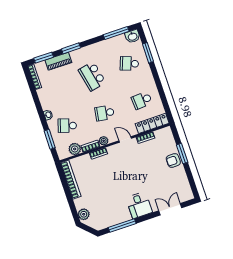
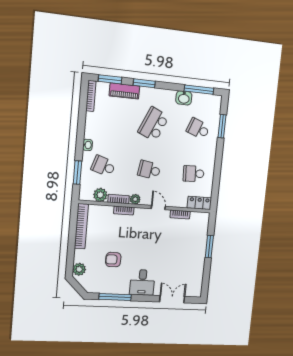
washbasin: (133, 36) -> (184, 98), moved
school desk: (92, 76) -> (154, 124), turned 36
locker: (152, 123) -> (199, 203), width x0.66
armchair: (173, 161) -> (113, 260), moved

